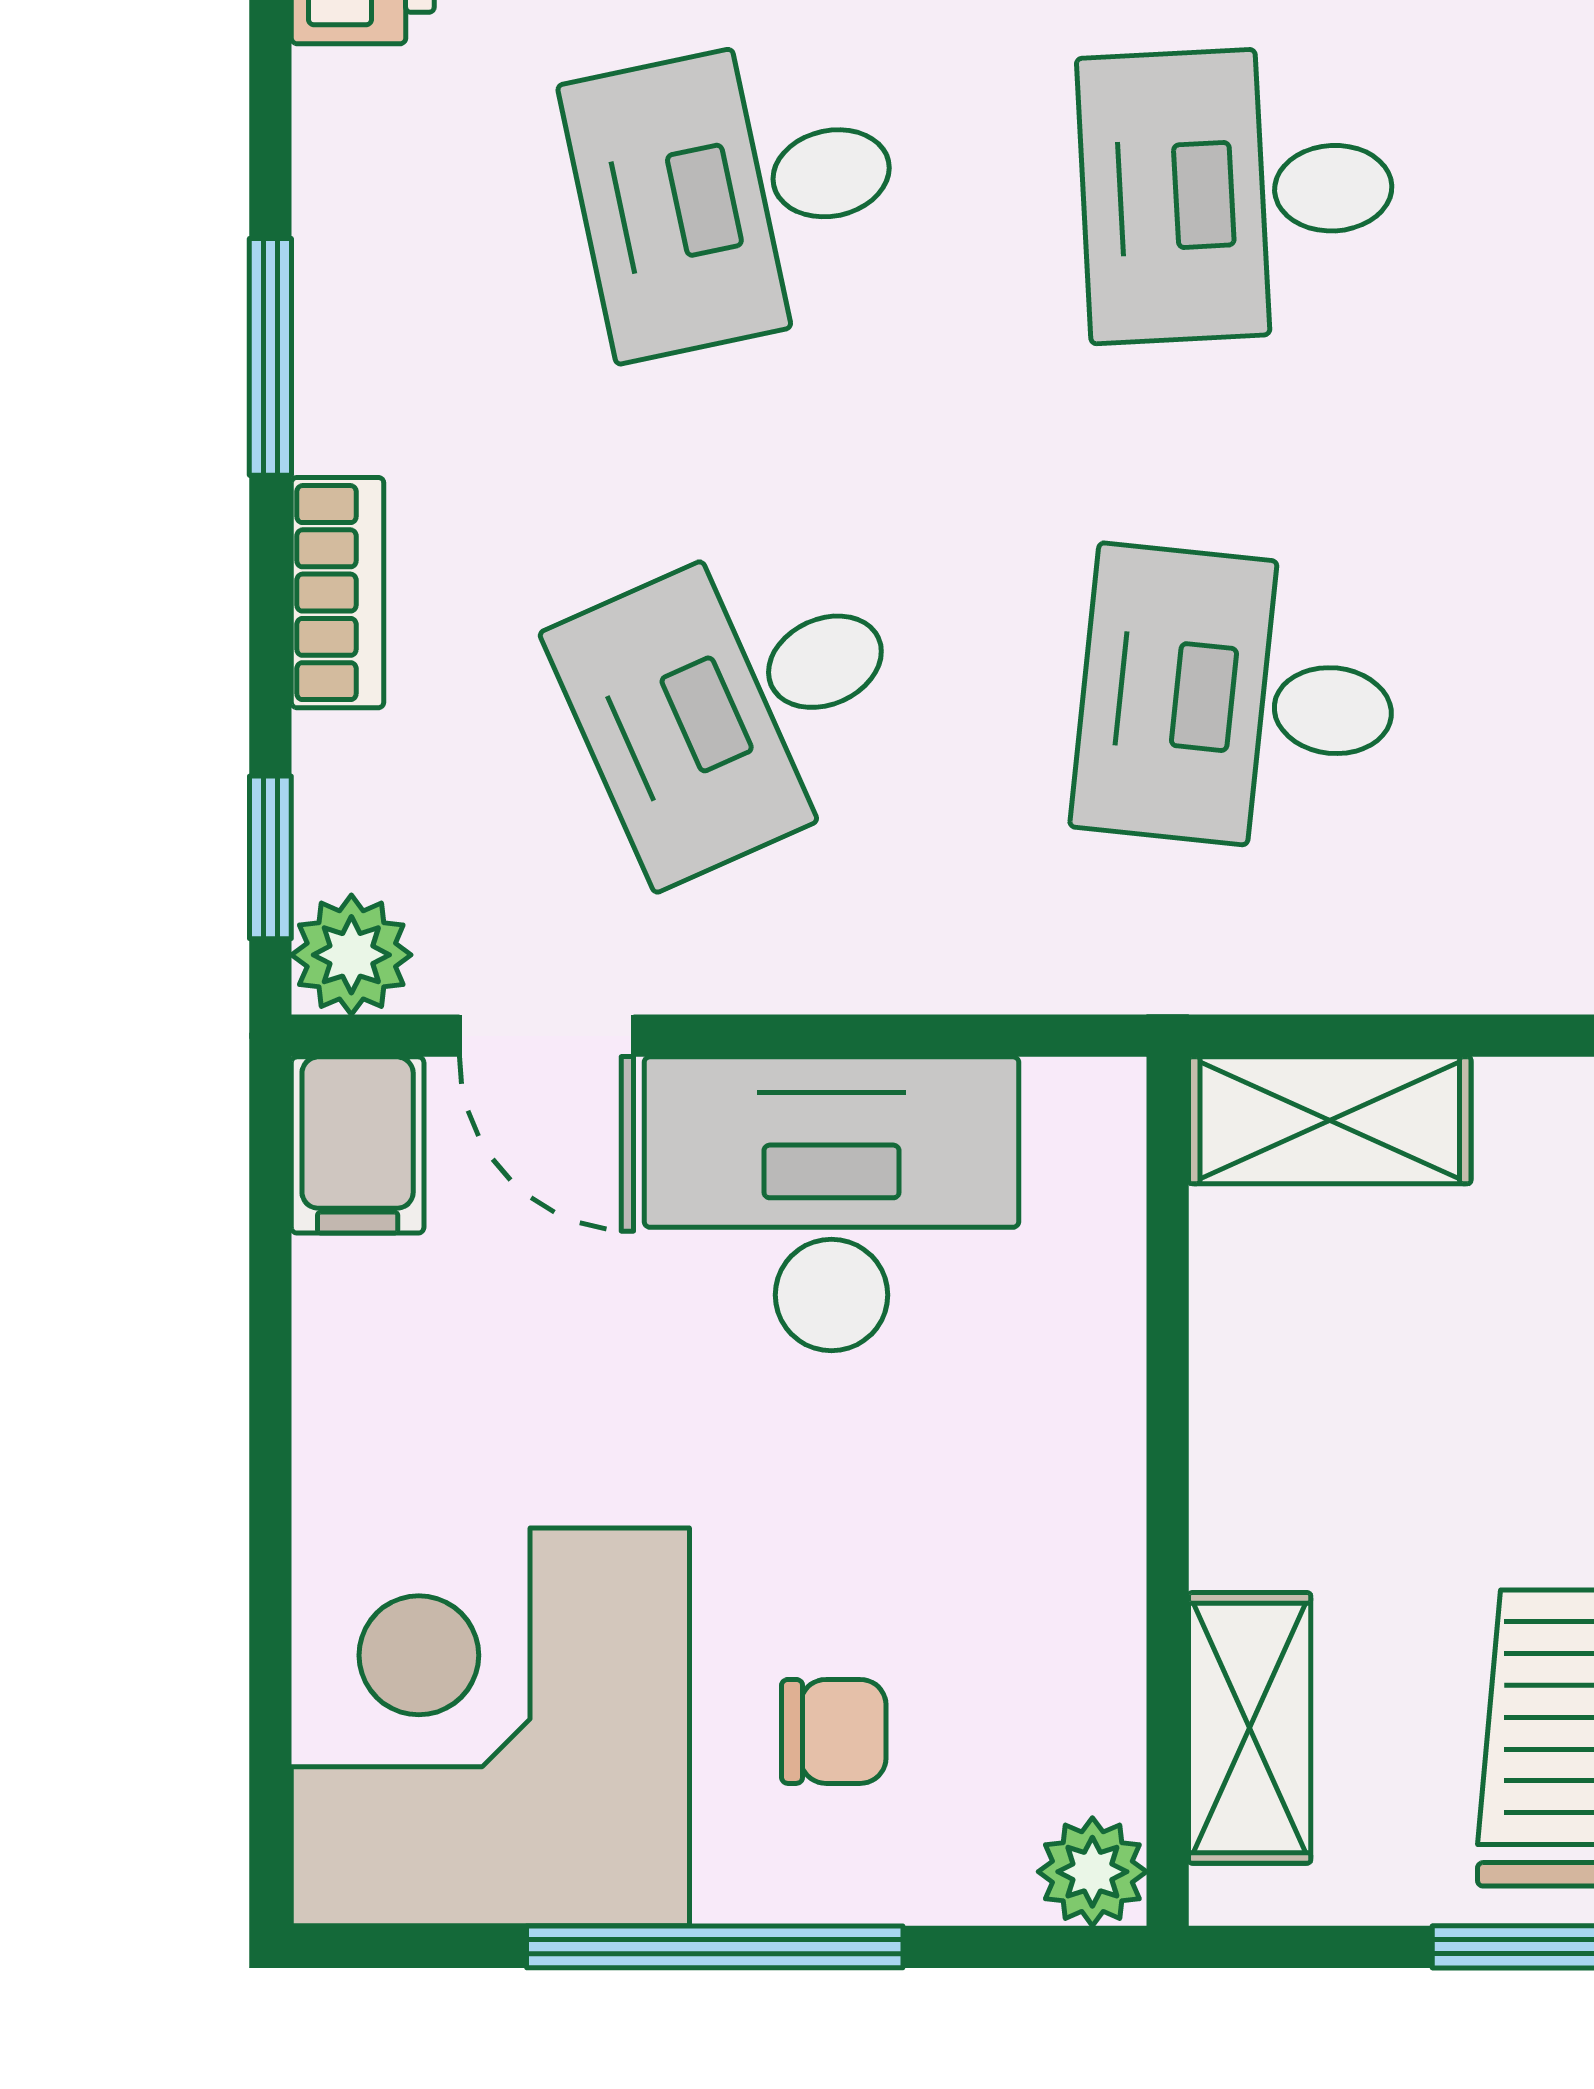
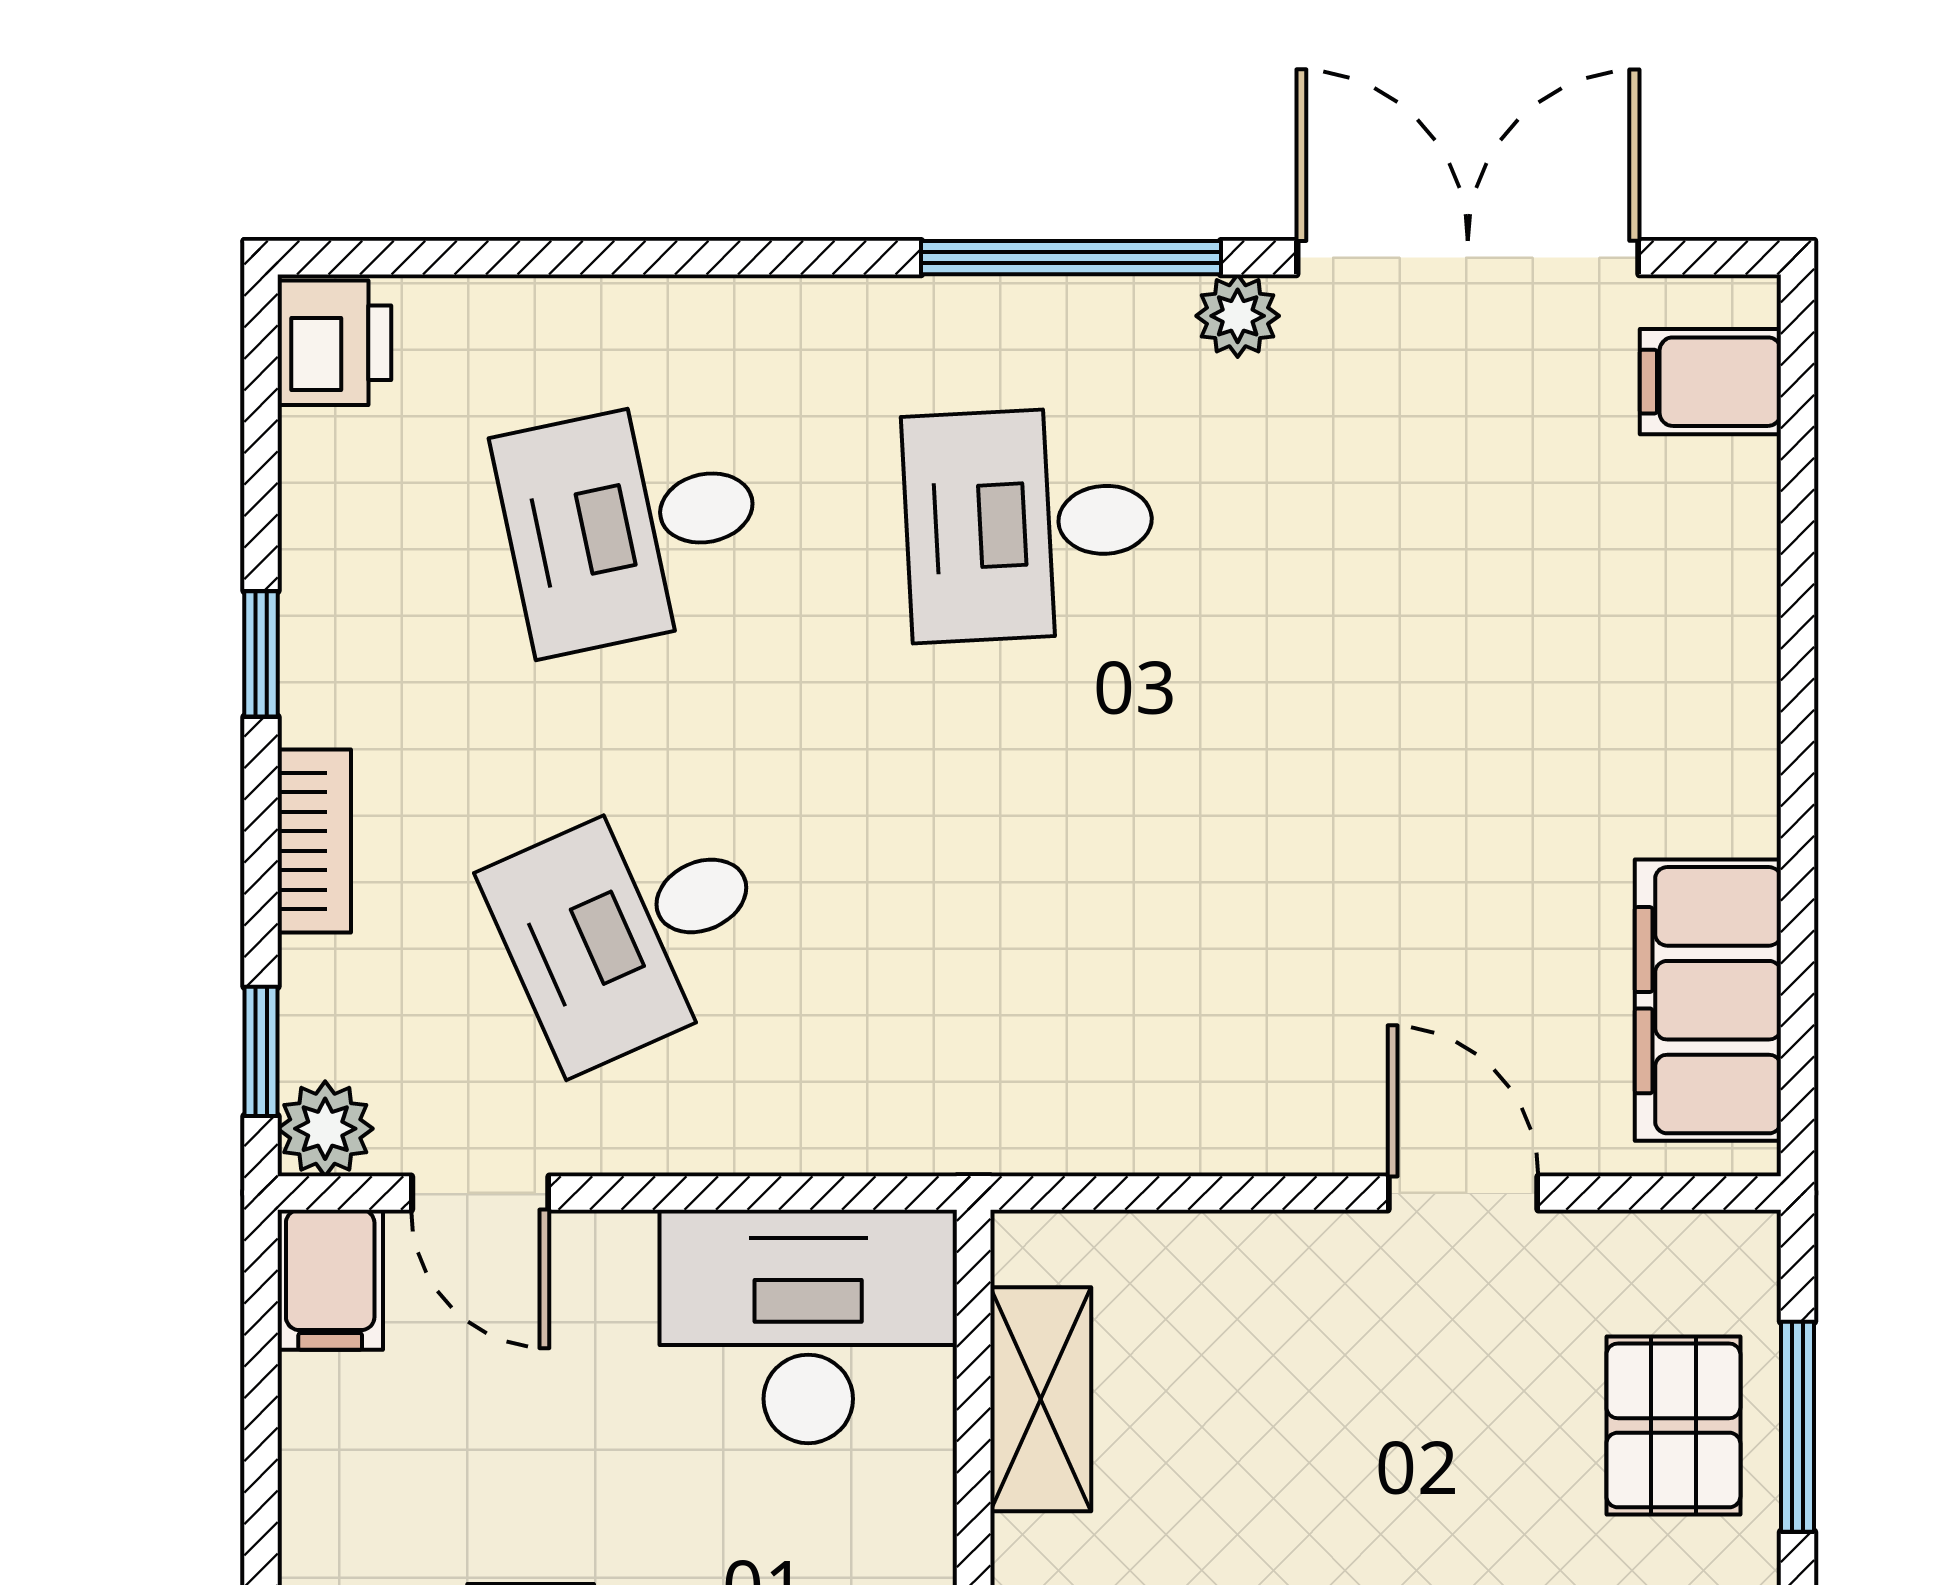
window: (270, 357) -> (261, 654), width x0.67
desk: (1238, 701) -> (1029, 927), removed
shelving: (1330, 1120) -> (1041, 1399), moved, turned 90
desk: (831, 1204) -> (808, 1326), moved

